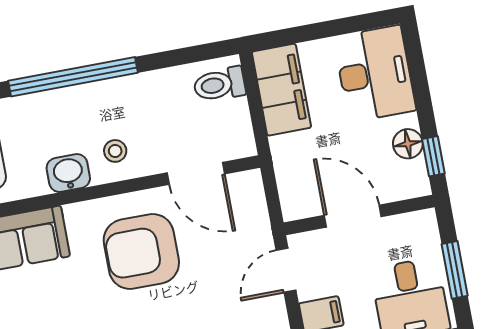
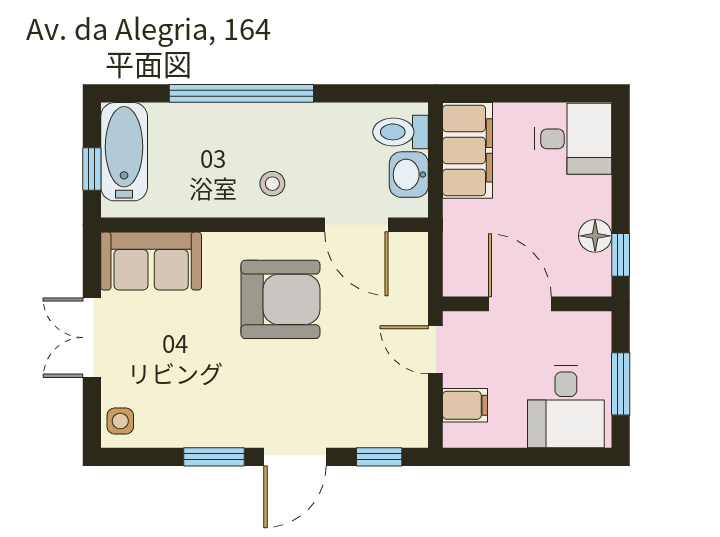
desk: (375, 74) -> (573, 139), width x0.73
washbasin: (68, 173) -> (409, 175), moved, turned -90
armchair: (141, 252) -> (280, 299), turned 180
door: (286, 270) -> (435, 350), hinge flipped

